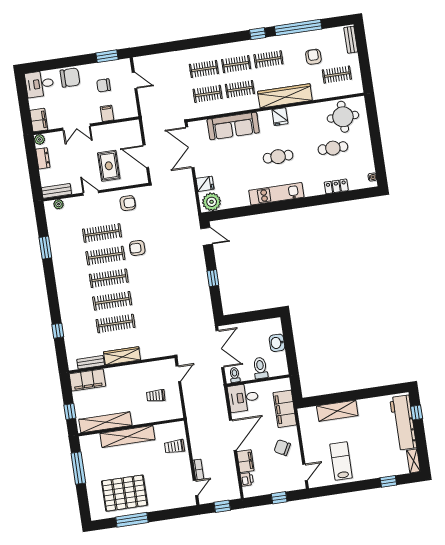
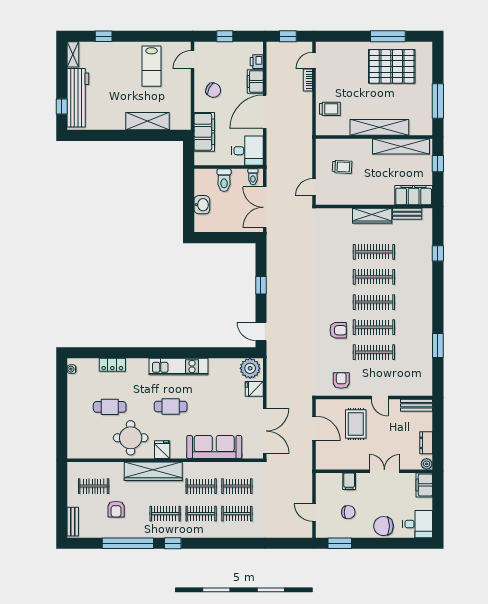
round table: (343, 117) -> (131, 438), moved
armchair: (128, 203) -> (341, 380), turned 90
plant: (59, 204) -> (416, 390), removed

